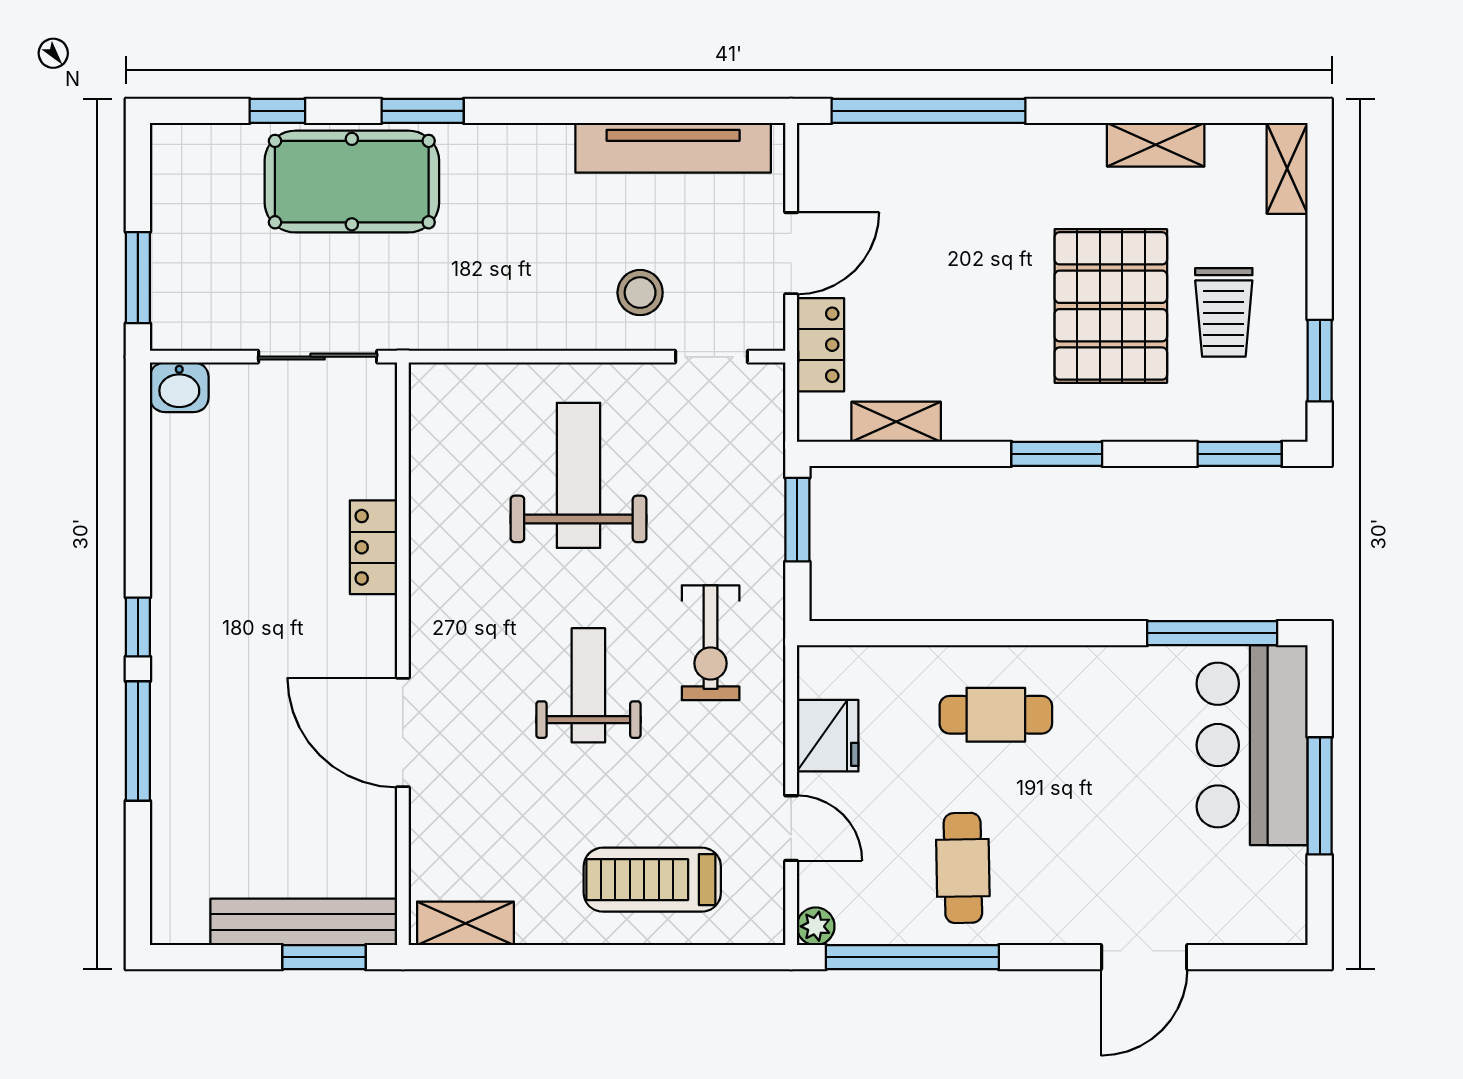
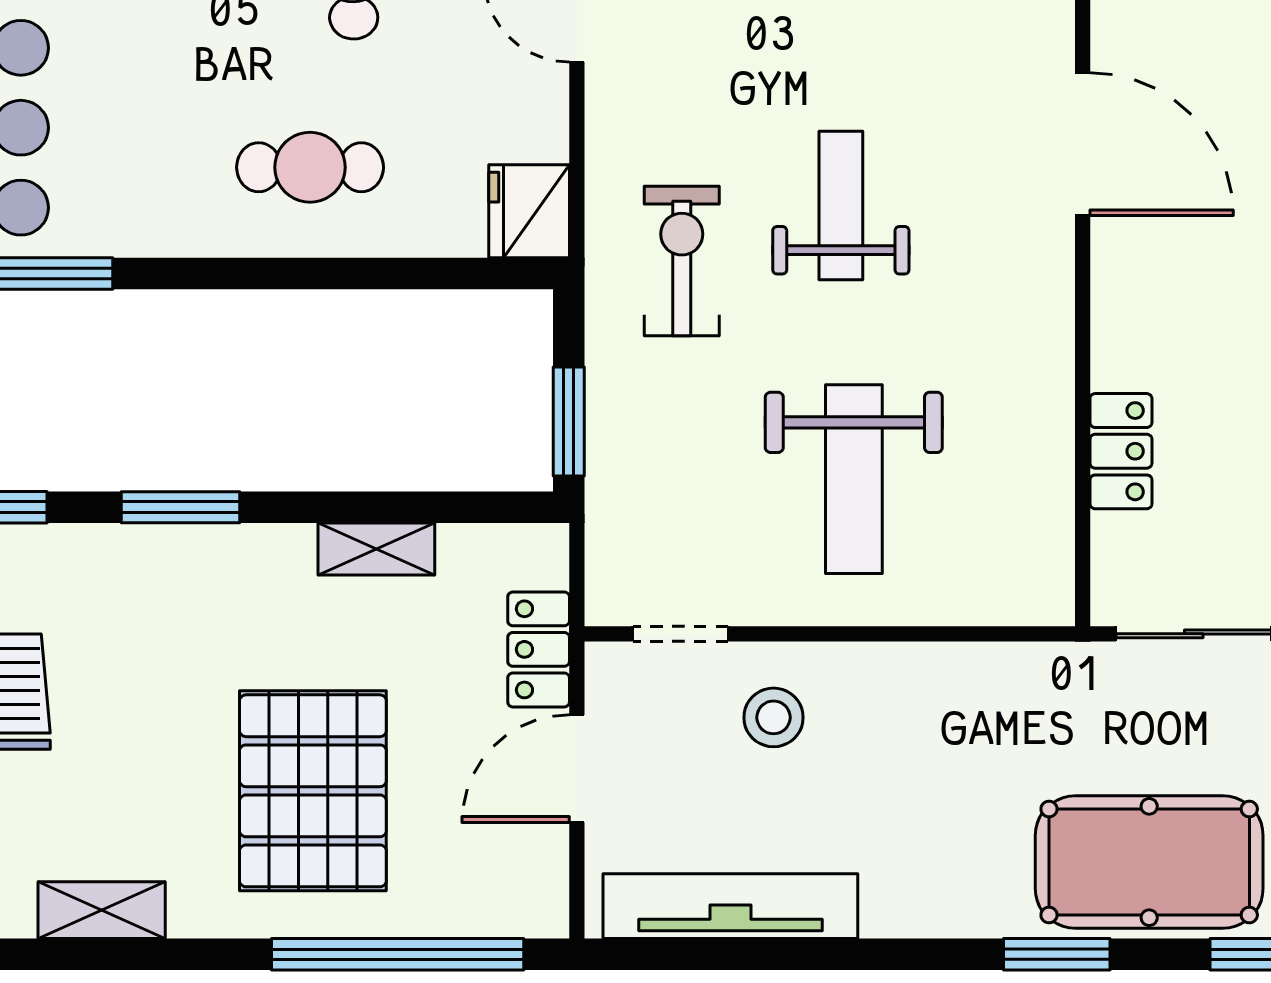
pallet: (1111, 306) -> (313, 791), moved
shelving: (896, 422) -> (376, 549), moved
window: (1057, 454) -> (180, 507), moved
locker: (373, 547) -> (1121, 451), moved
weight bench: (588, 685) -> (841, 206), turned 180
fridge: (828, 736) -> (529, 211), moved

